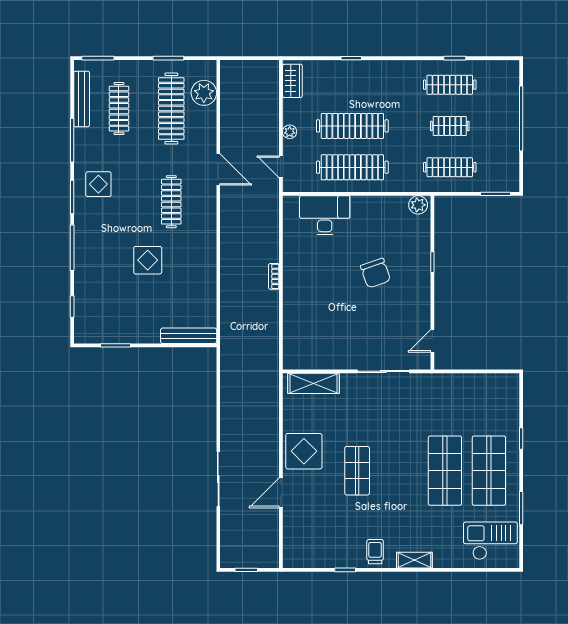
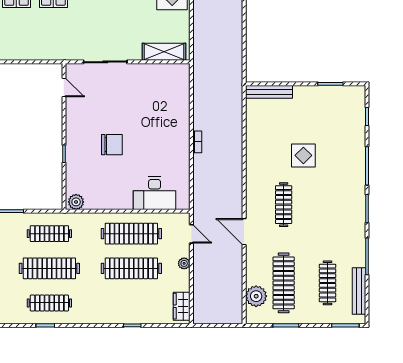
clothes rail: (450, 126) -> (49, 268), width x1.86, depth x1.31
display table: (98, 184) -> (345, 219), removed
chair: (376, 273) -> (112, 145), turned 109
door: (432, 341) -> (64, 88), hinge flipped

